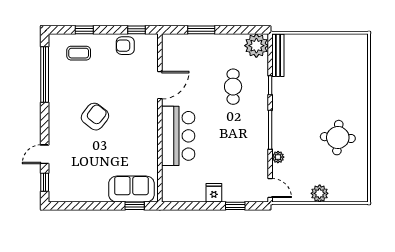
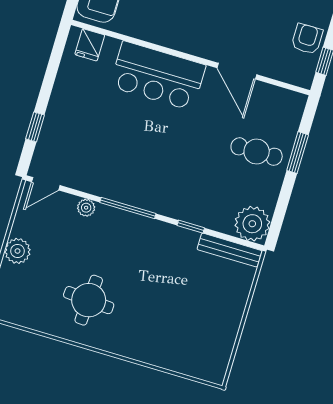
cafe table: (233, 87) -> (257, 152), moved
fridge: (214, 193) -> (90, 45), moved, turned 90

